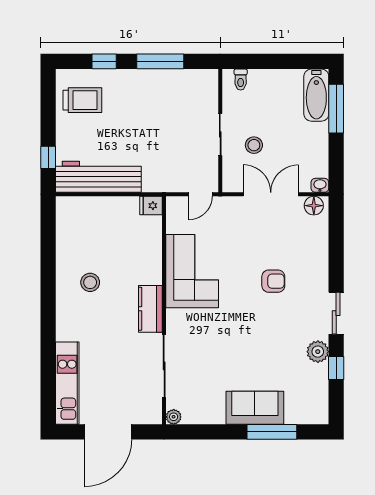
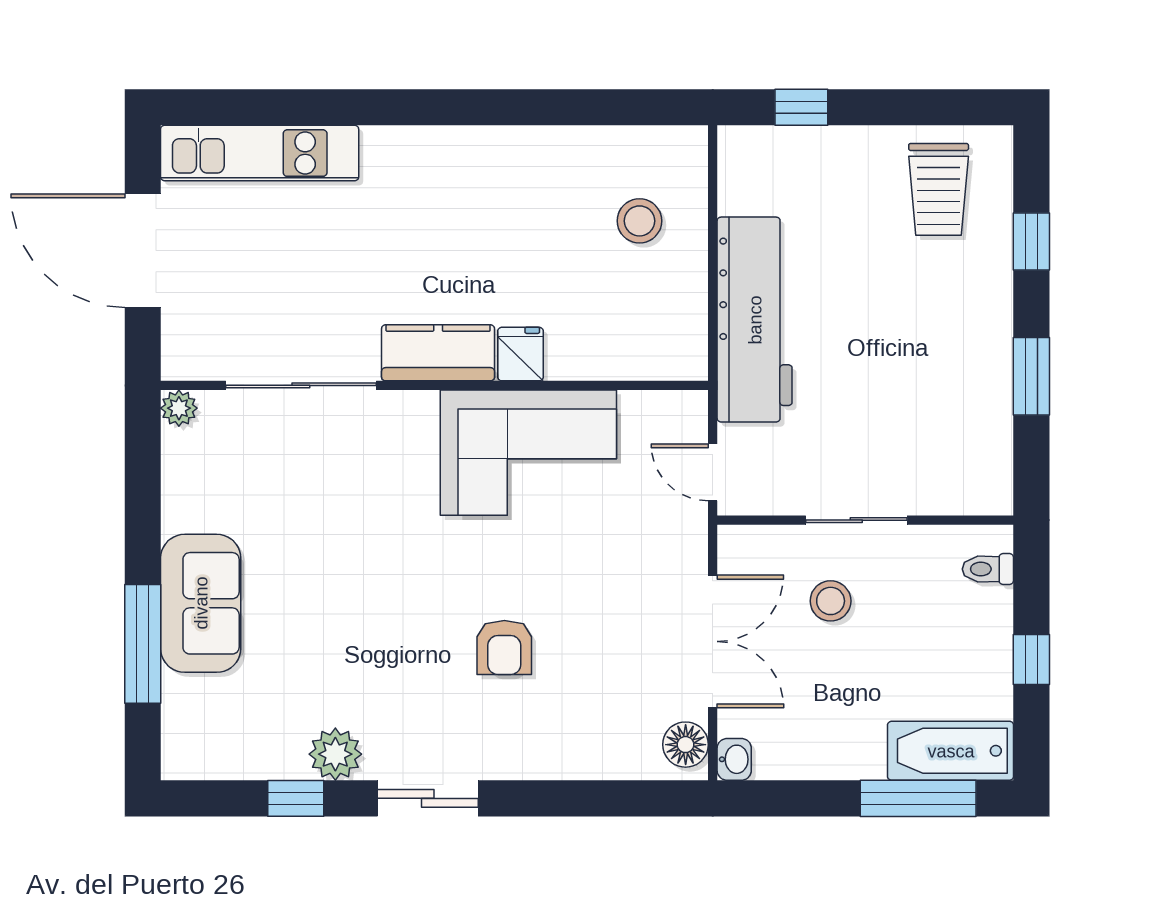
window: (160, 61) -> (1031, 376), width x0.69
window: (278, 61) -> (1031, 660), added
workbench: (98, 177) -> (755, 320), moved
fridge: (151, 206) -> (521, 354), moved
stool: (90, 282) -> (639, 221), moved

